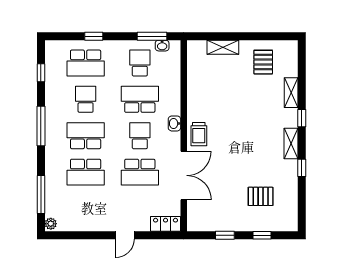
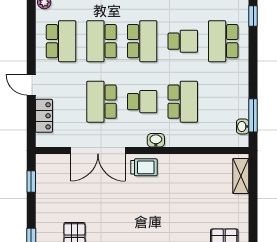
window: (94, 36) -> (253, 16), moved
shelving: (223, 47) -> (241, 176), moved
school desk: (140, 63) -> (61, 41), moved, width x1.85
trolley: (199, 134) -> (144, 167), turned 180
locker: (166, 224) -> (44, 116), moved
window: (225, 235) -> (31, 181), moved

